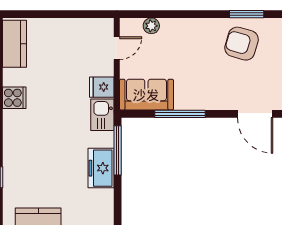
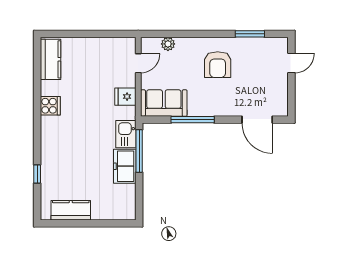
armchair: (242, 44) -> (218, 65), moved, turned -106
kitchen sink: (102, 115) -> (126, 134), moved

